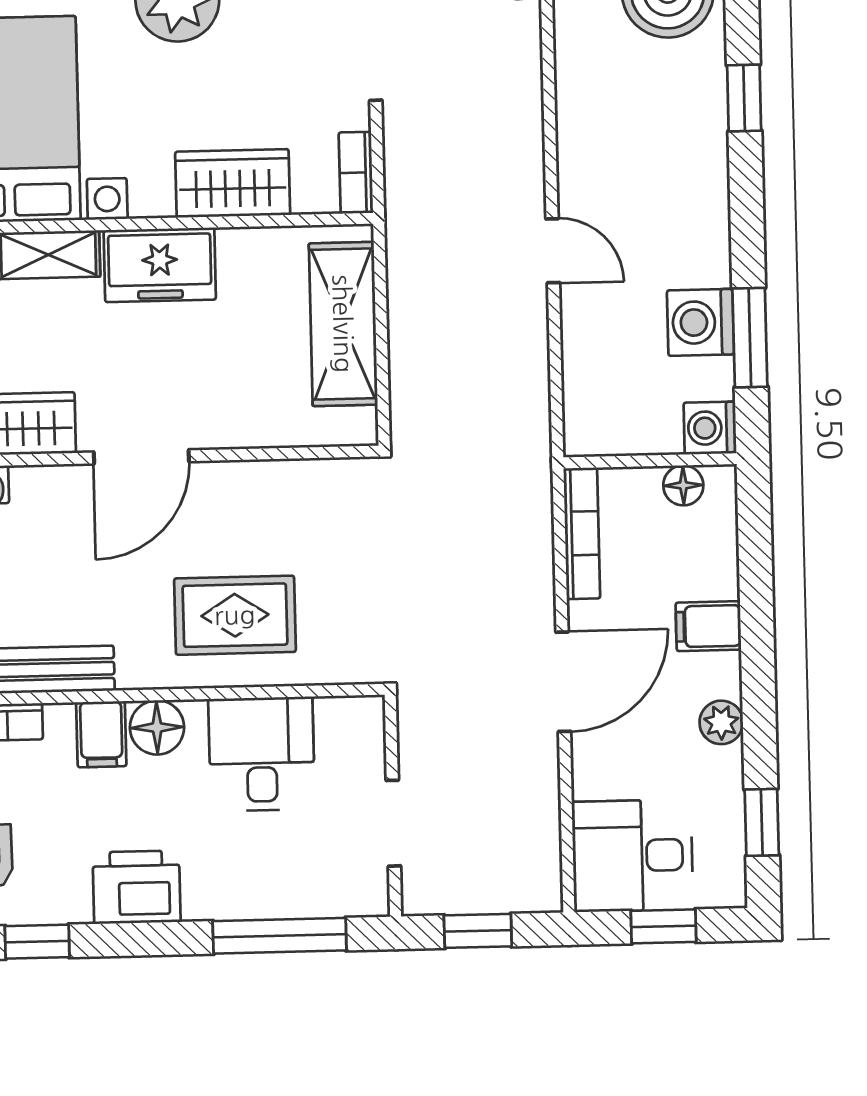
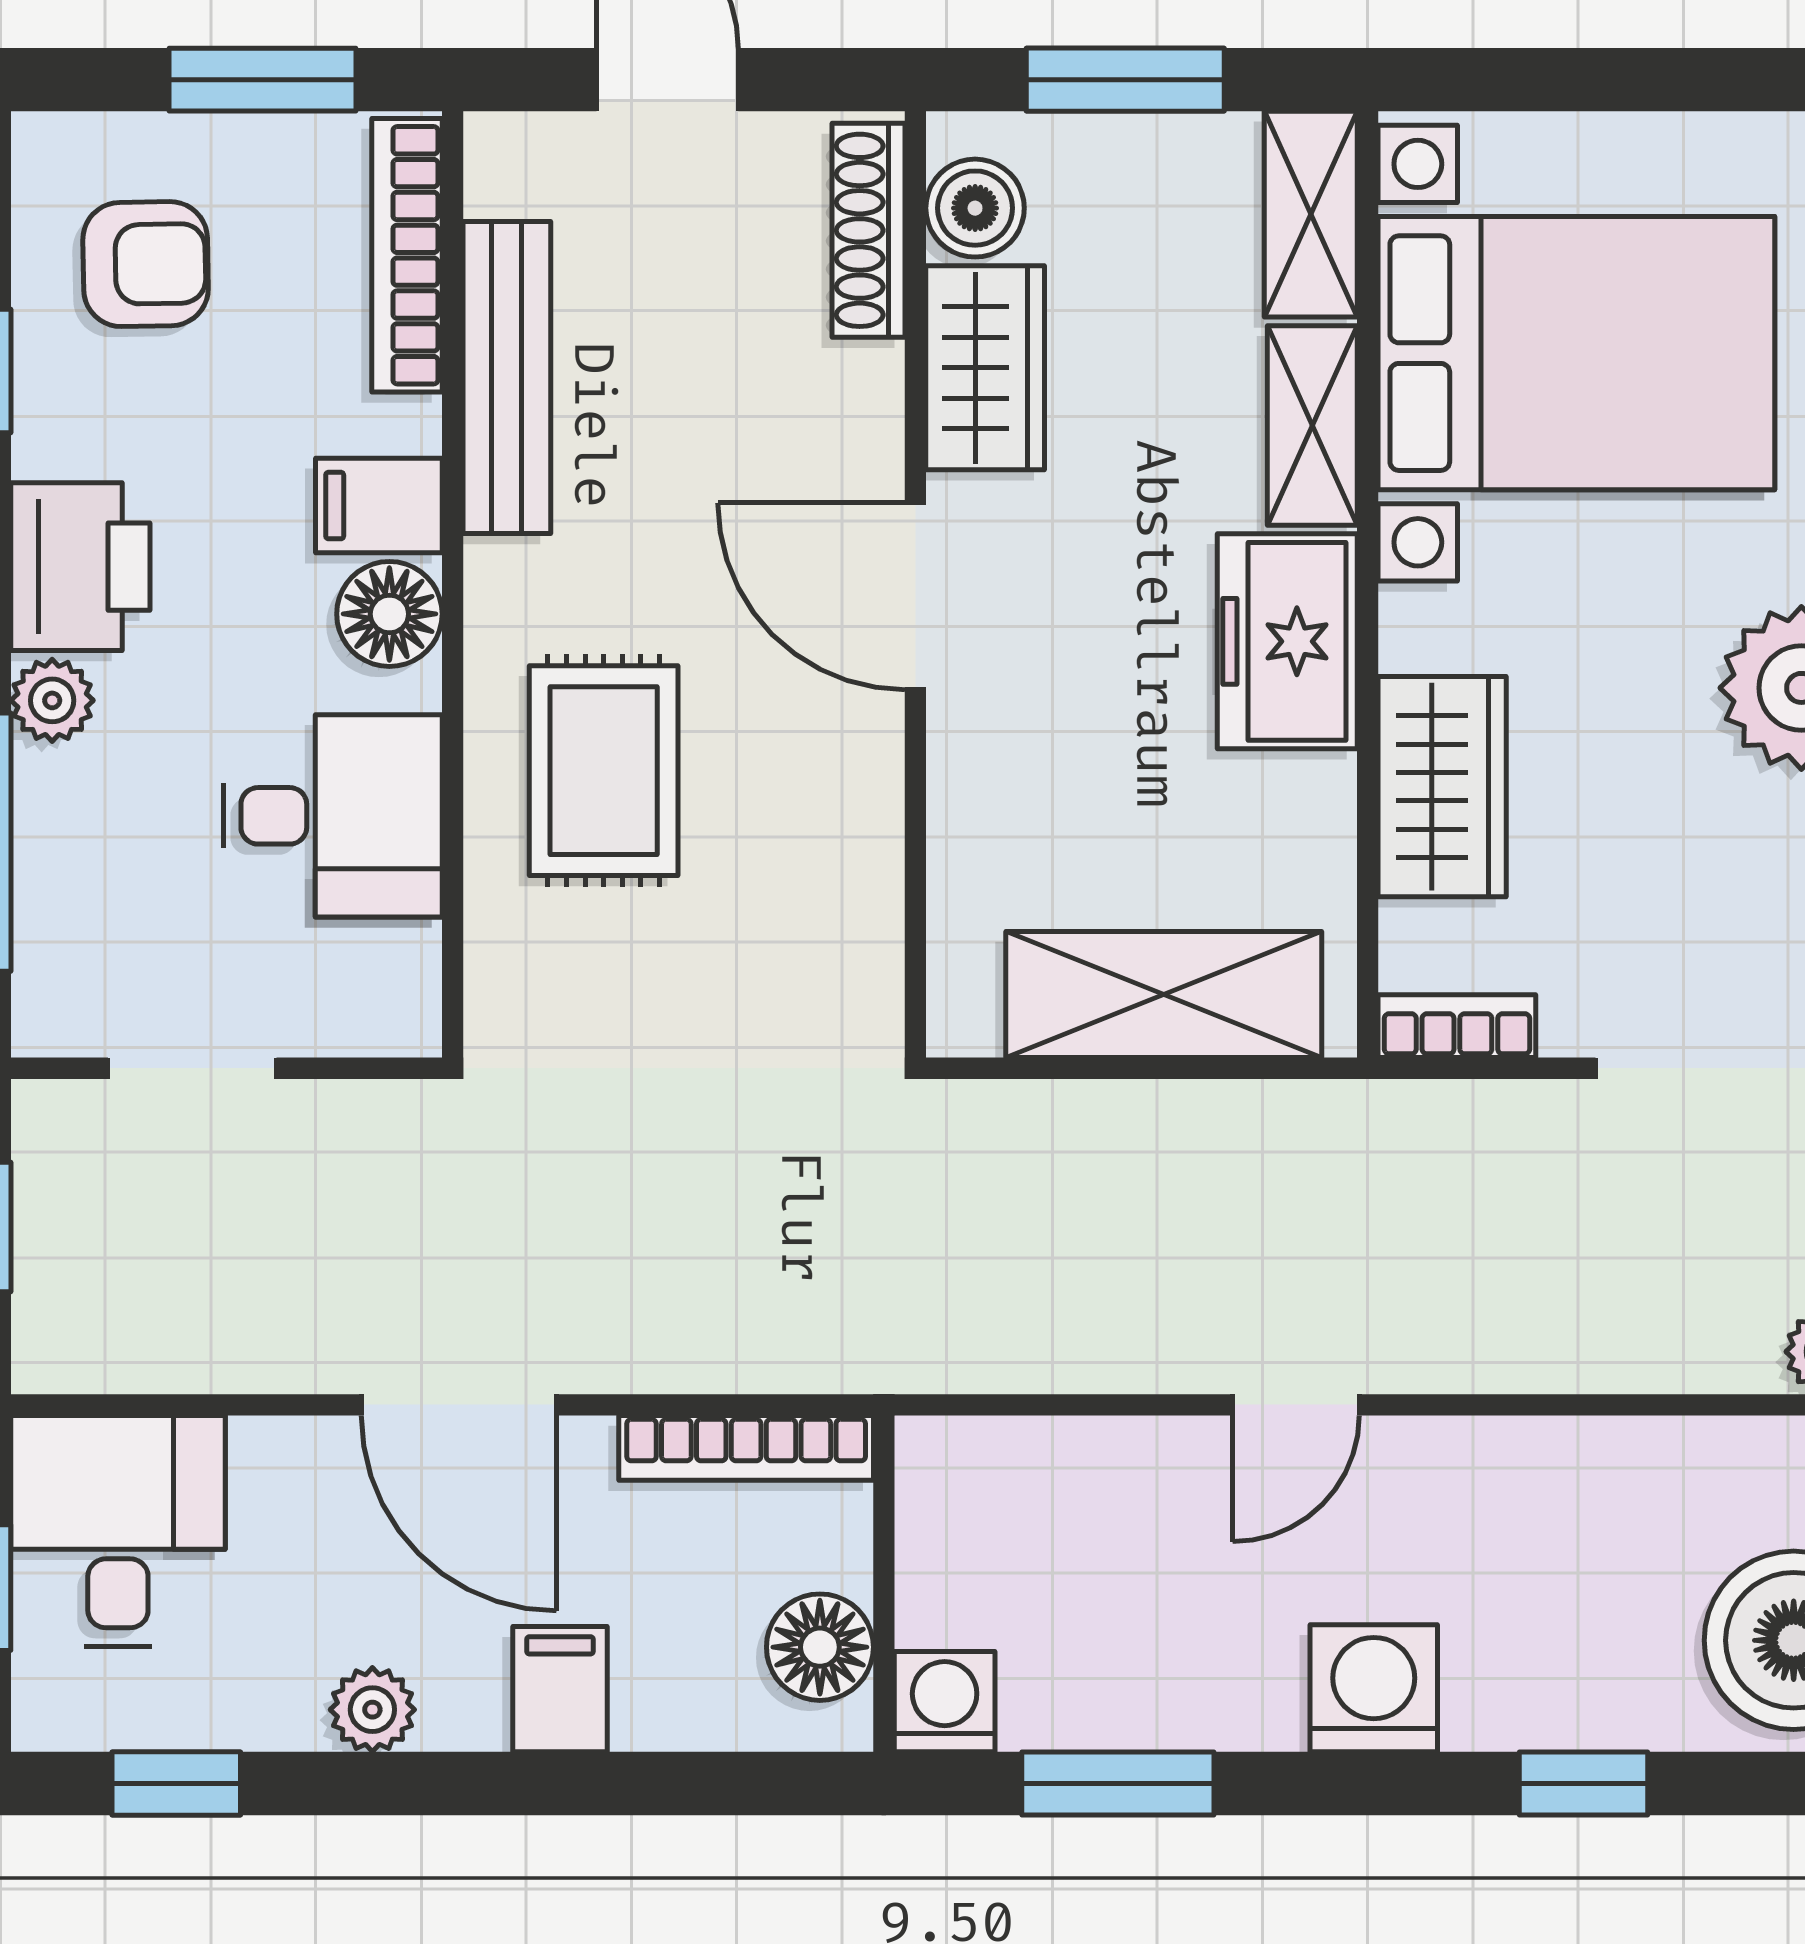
washing machine: (700, 322) -> (1374, 1688), moved
floor lamp: (683, 485) -> (820, 1647), width x1.37, depth x1.37
plant: (206, 900) -> (52, 700), added

